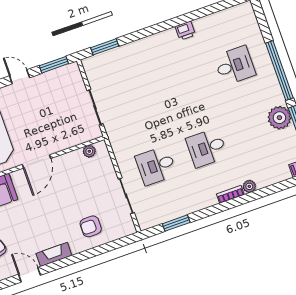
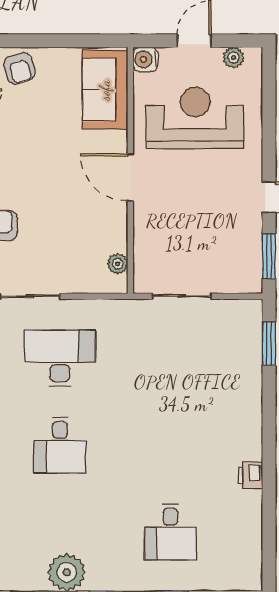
desk: (207, 148) -> (60, 445), turned 180
desk: (156, 166) -> (60, 358), width x1.37

